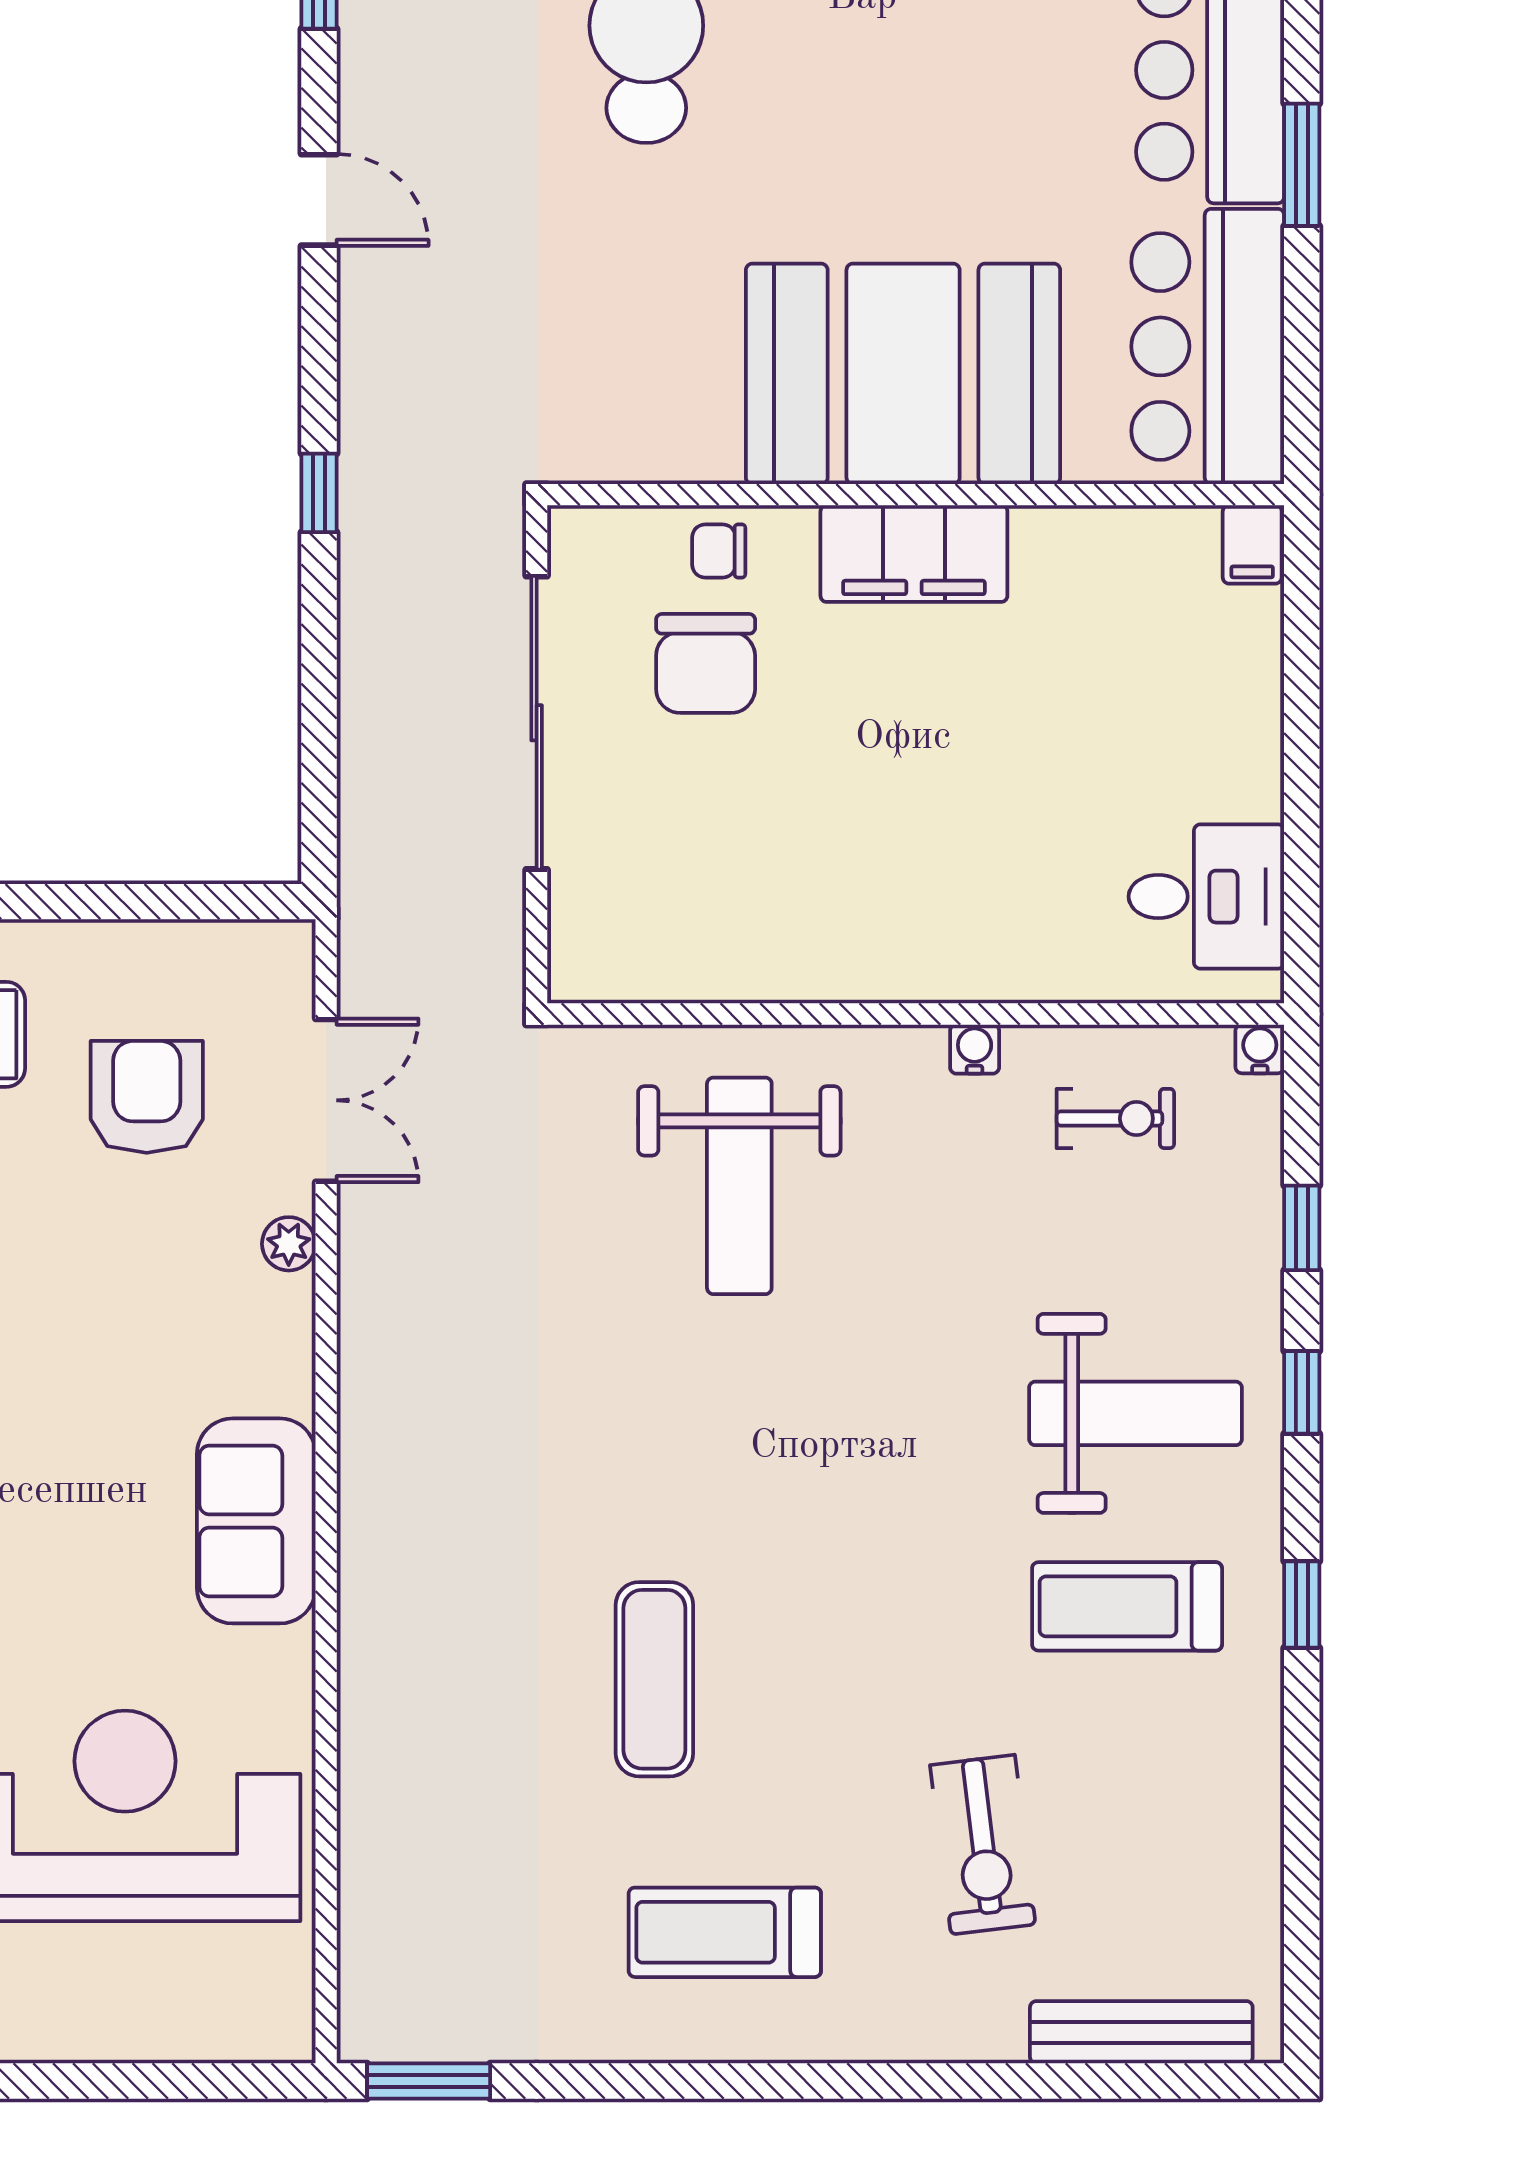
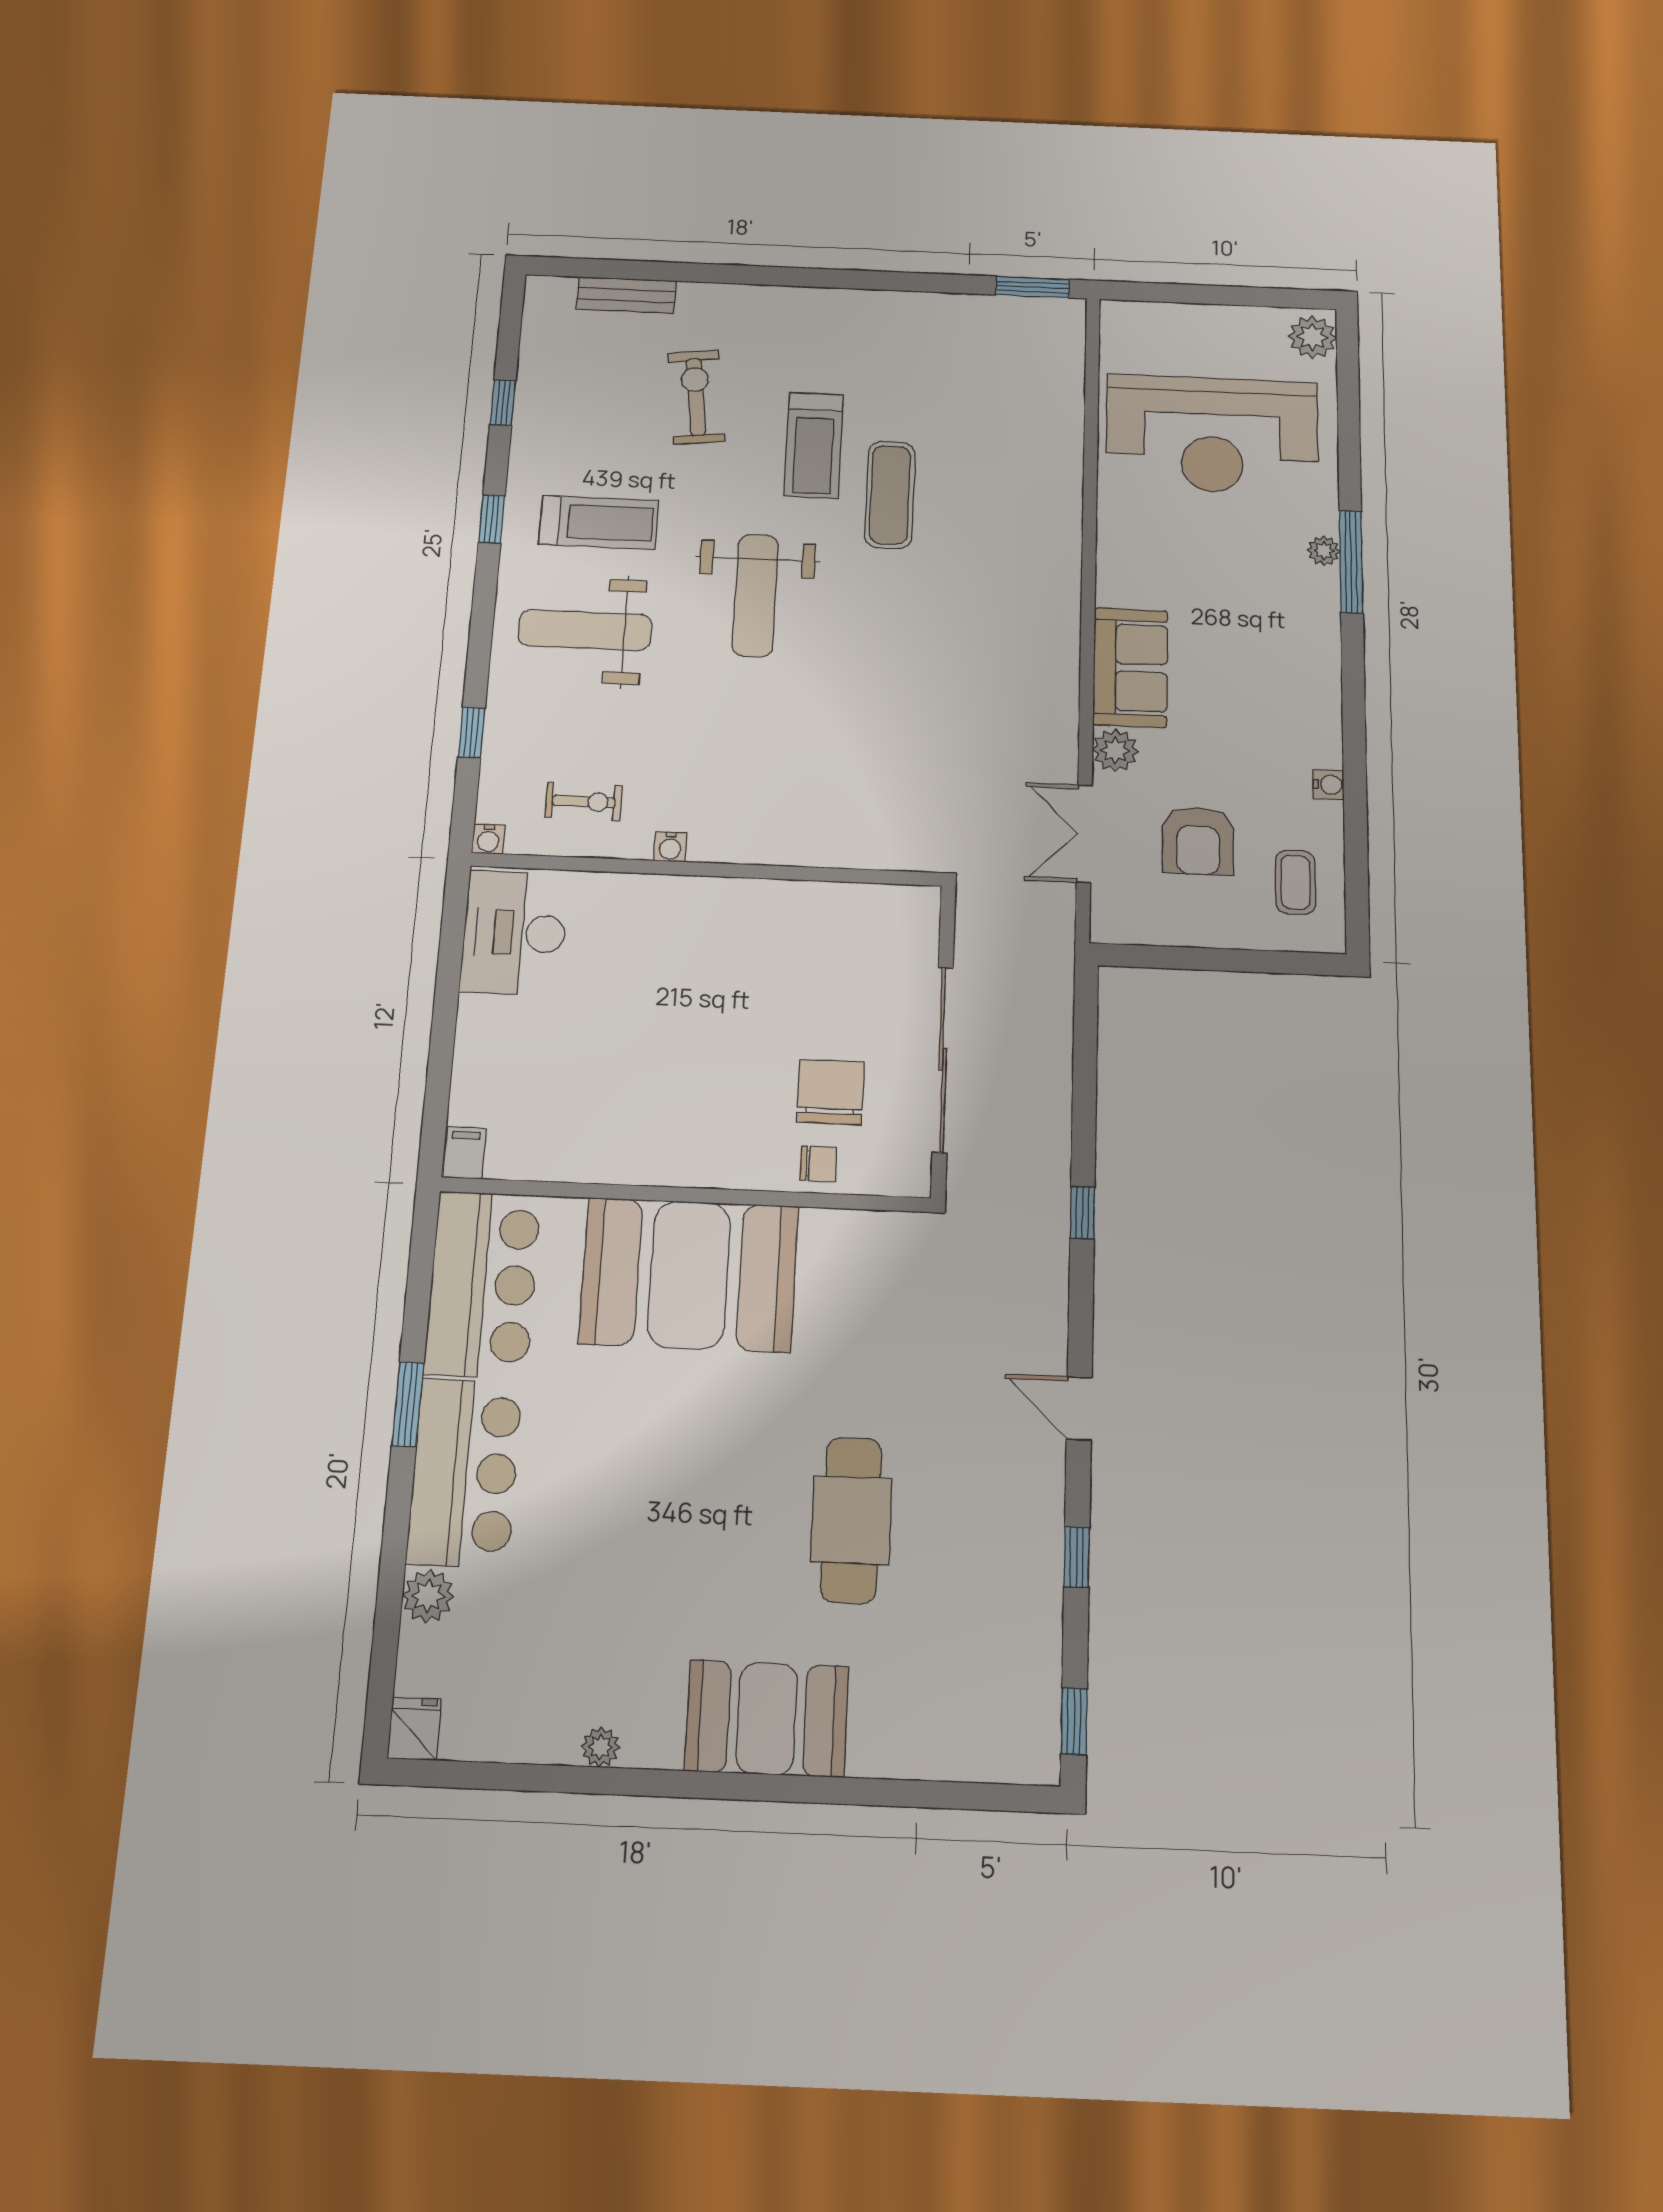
filing cabinet: (914, 554) -> (689, 1157), removed
desk: (1206, 897) -> (514, 933), width x1.37
exercise bike: (1115, 1118) -> (584, 802), turned 180
weight bench: (739, 1186) -> (755, 595), moved, turned 180
plant: (289, 1244) -> (1115, 751), width x1.38, depth x1.38
window: (1302, 1392) -> (503, 403), moved
sofa: (256, 1521) -> (1130, 668), moved
treadmill: (725, 1932) -> (814, 445), moved, turned 90
bench: (1141, 2032) -> (626, 295), width x0.73

